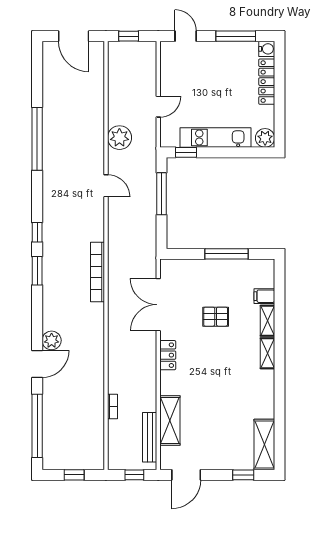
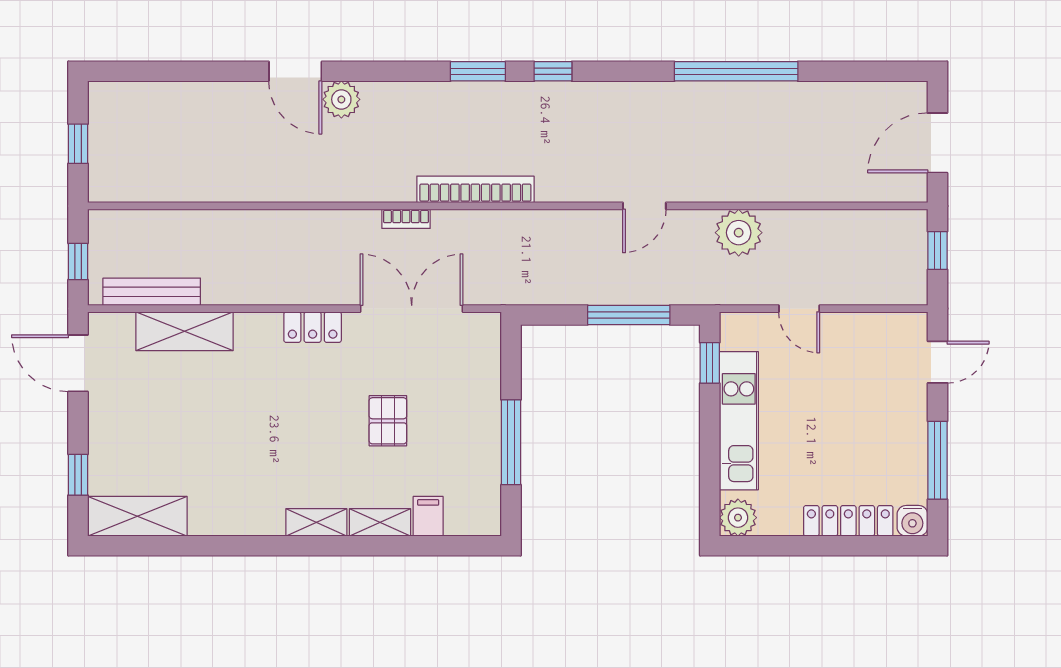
bookcase: (112, 406) -> (406, 219), moved
window: (37, 426) -> (174, 71), removed

